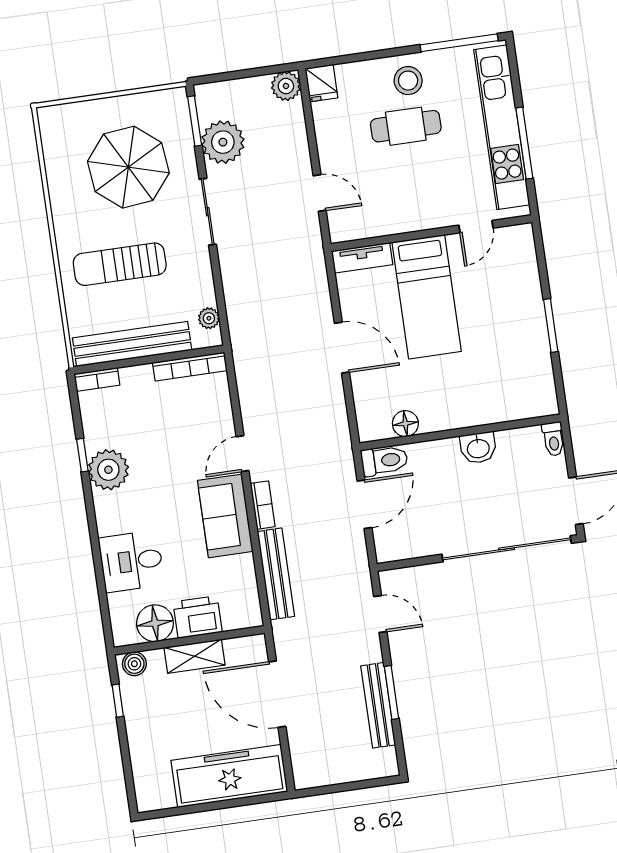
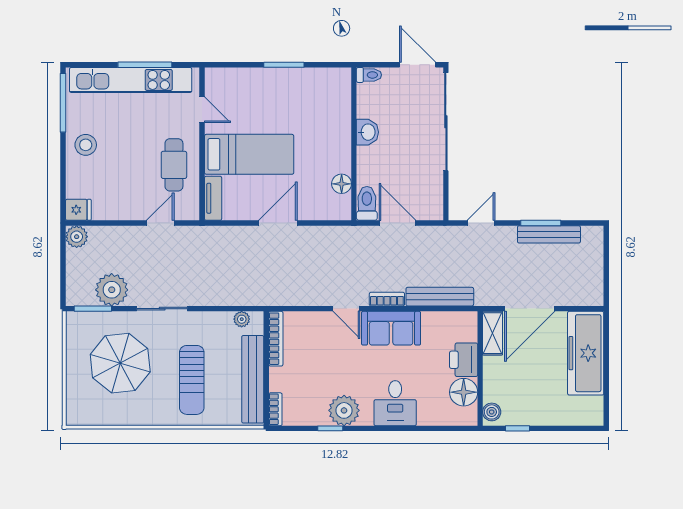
cafe table: (406, 126) -> (174, 165), moved
desk: (131, 561) -> (395, 403), moved
shelving: (194, 656) -> (493, 333), moved

